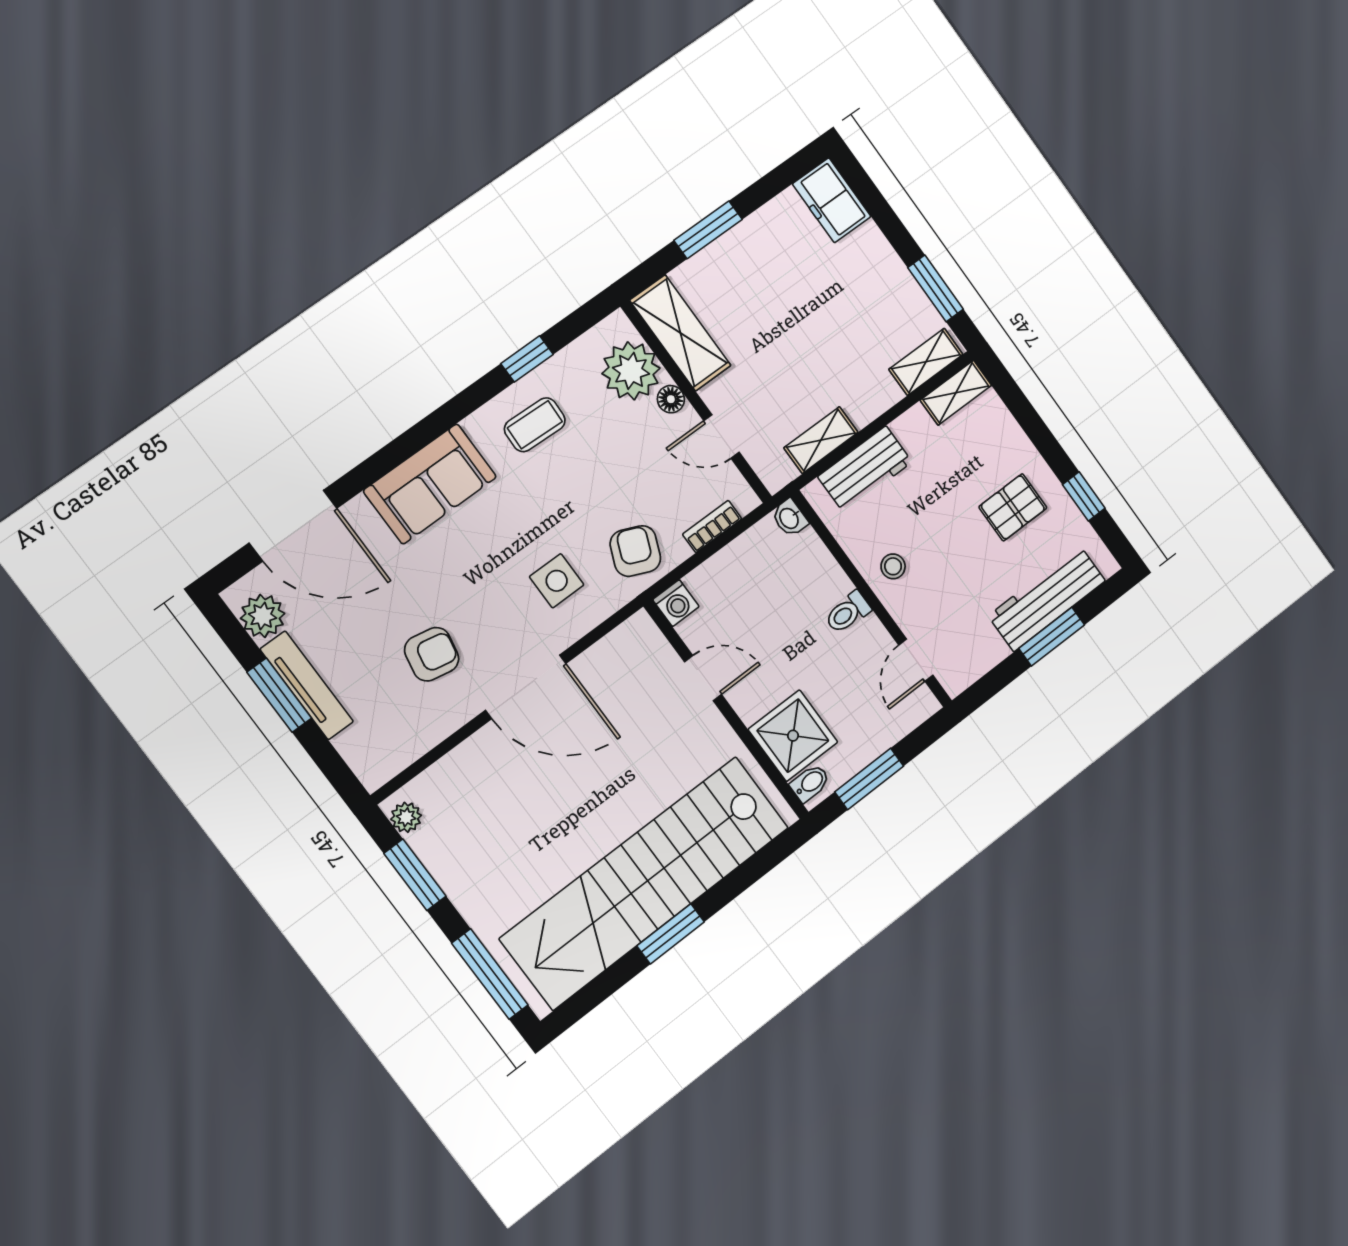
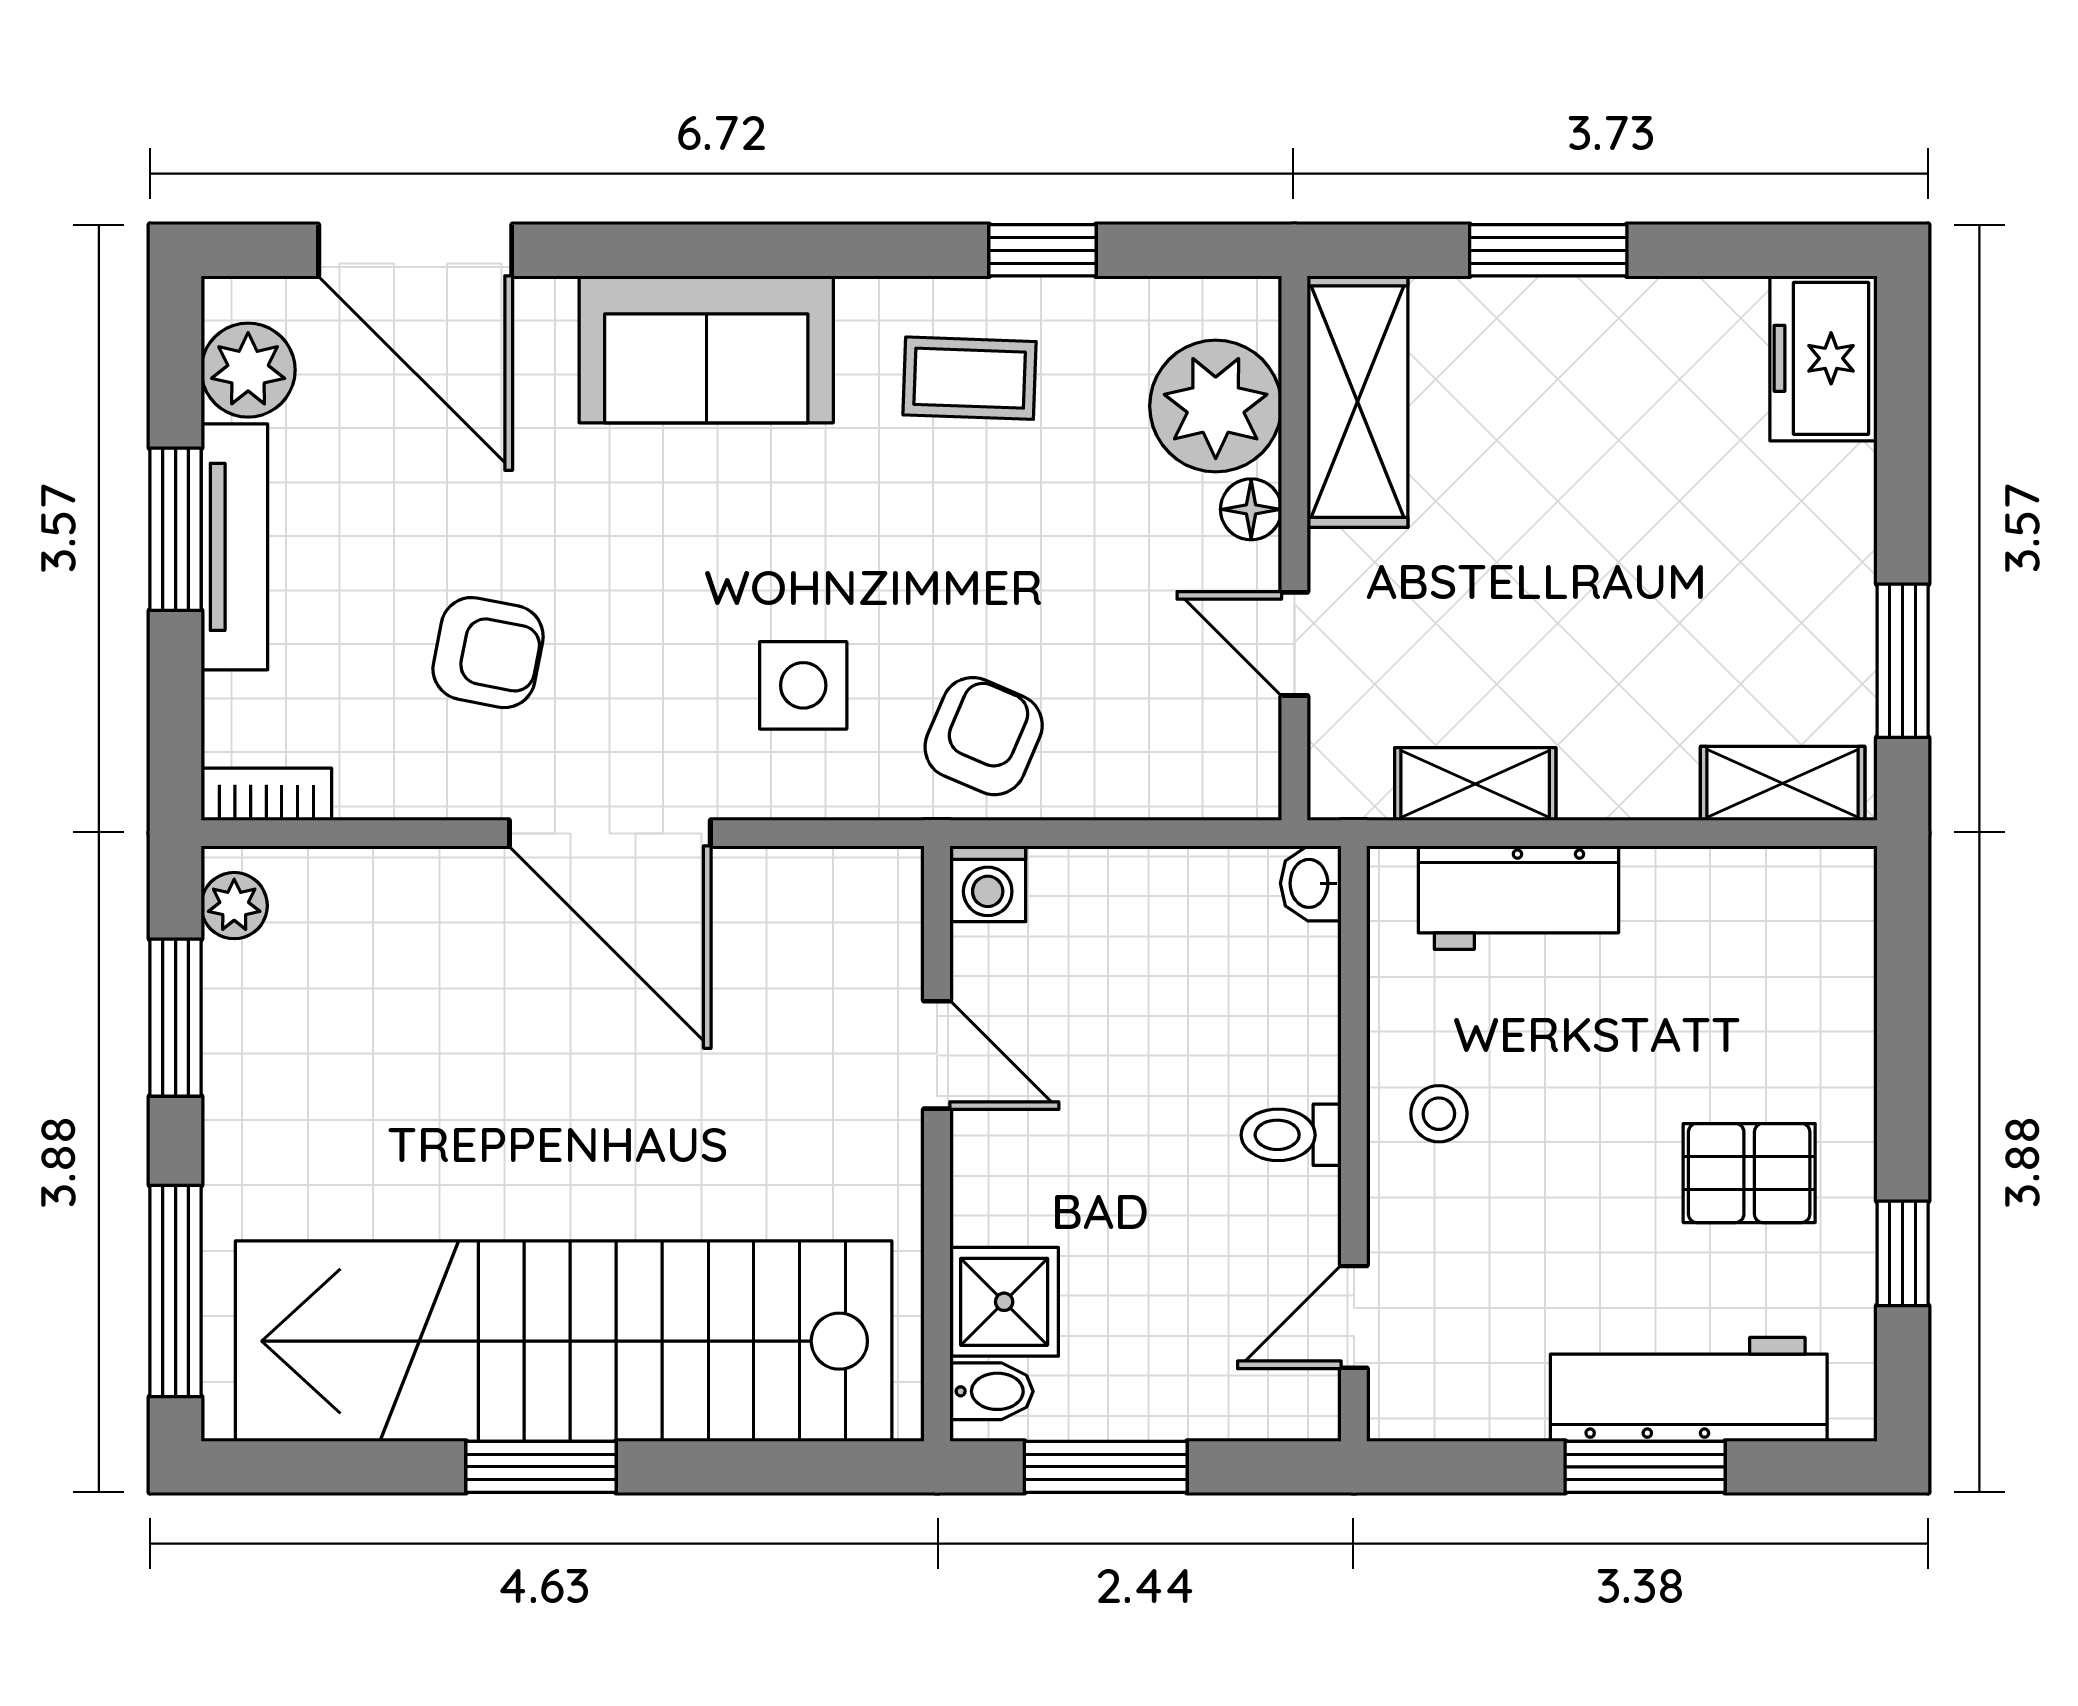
shelving: (956, 393) -> (1798, 882), removed
bookcase: (712, 526) -> (266, 794), moved
shower: (793, 736) -> (1004, 1302), width x0.73, depth x0.73

